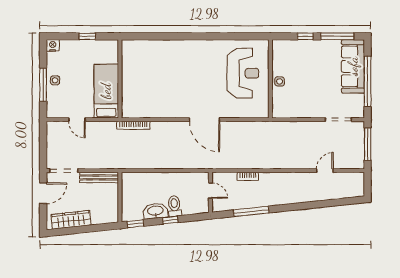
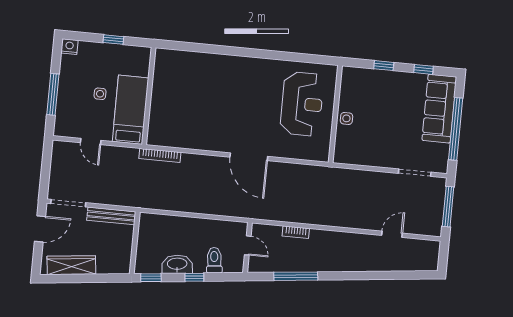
window: (337, 36) -> (423, 69), width x0.46
side table: (55, 80) -> (100, 94), moved
toilet: (174, 206) -> (214, 260), moved

